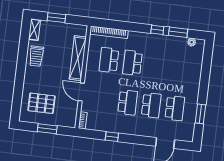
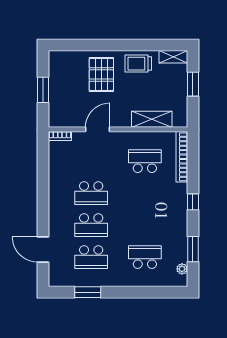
window: (157, 30) -> (193, 202), moved
shelving: (78, 58) -> (152, 119), width x0.68
school desk: (132, 63) -> (145, 257), moved
pallet: (42, 103) -> (101, 74), moved
window: (112, 137) -> (43, 177), removed

